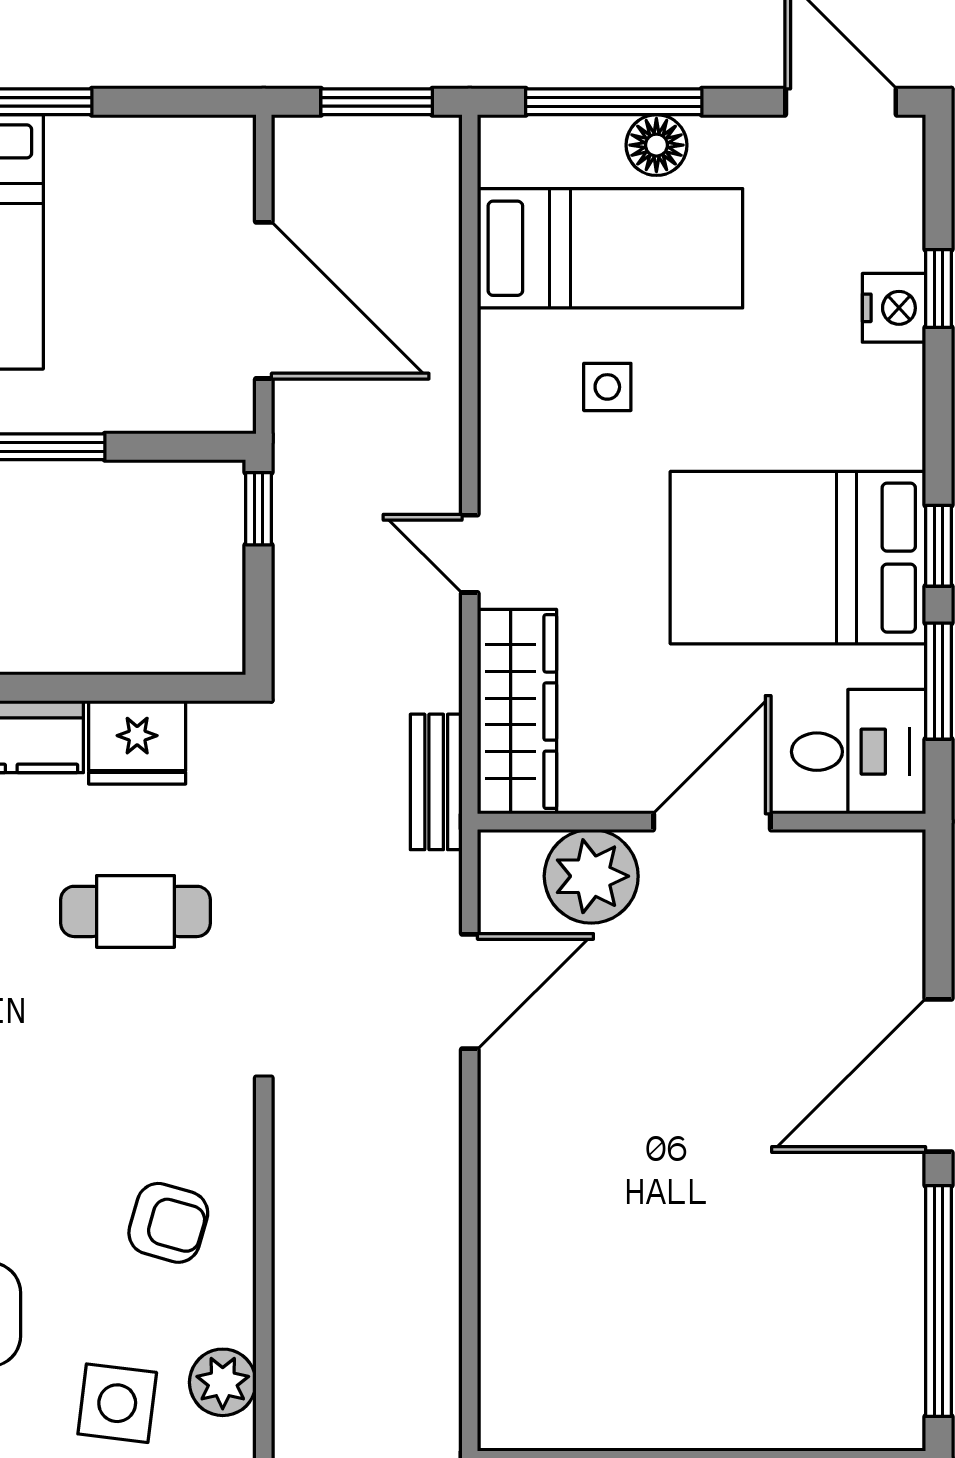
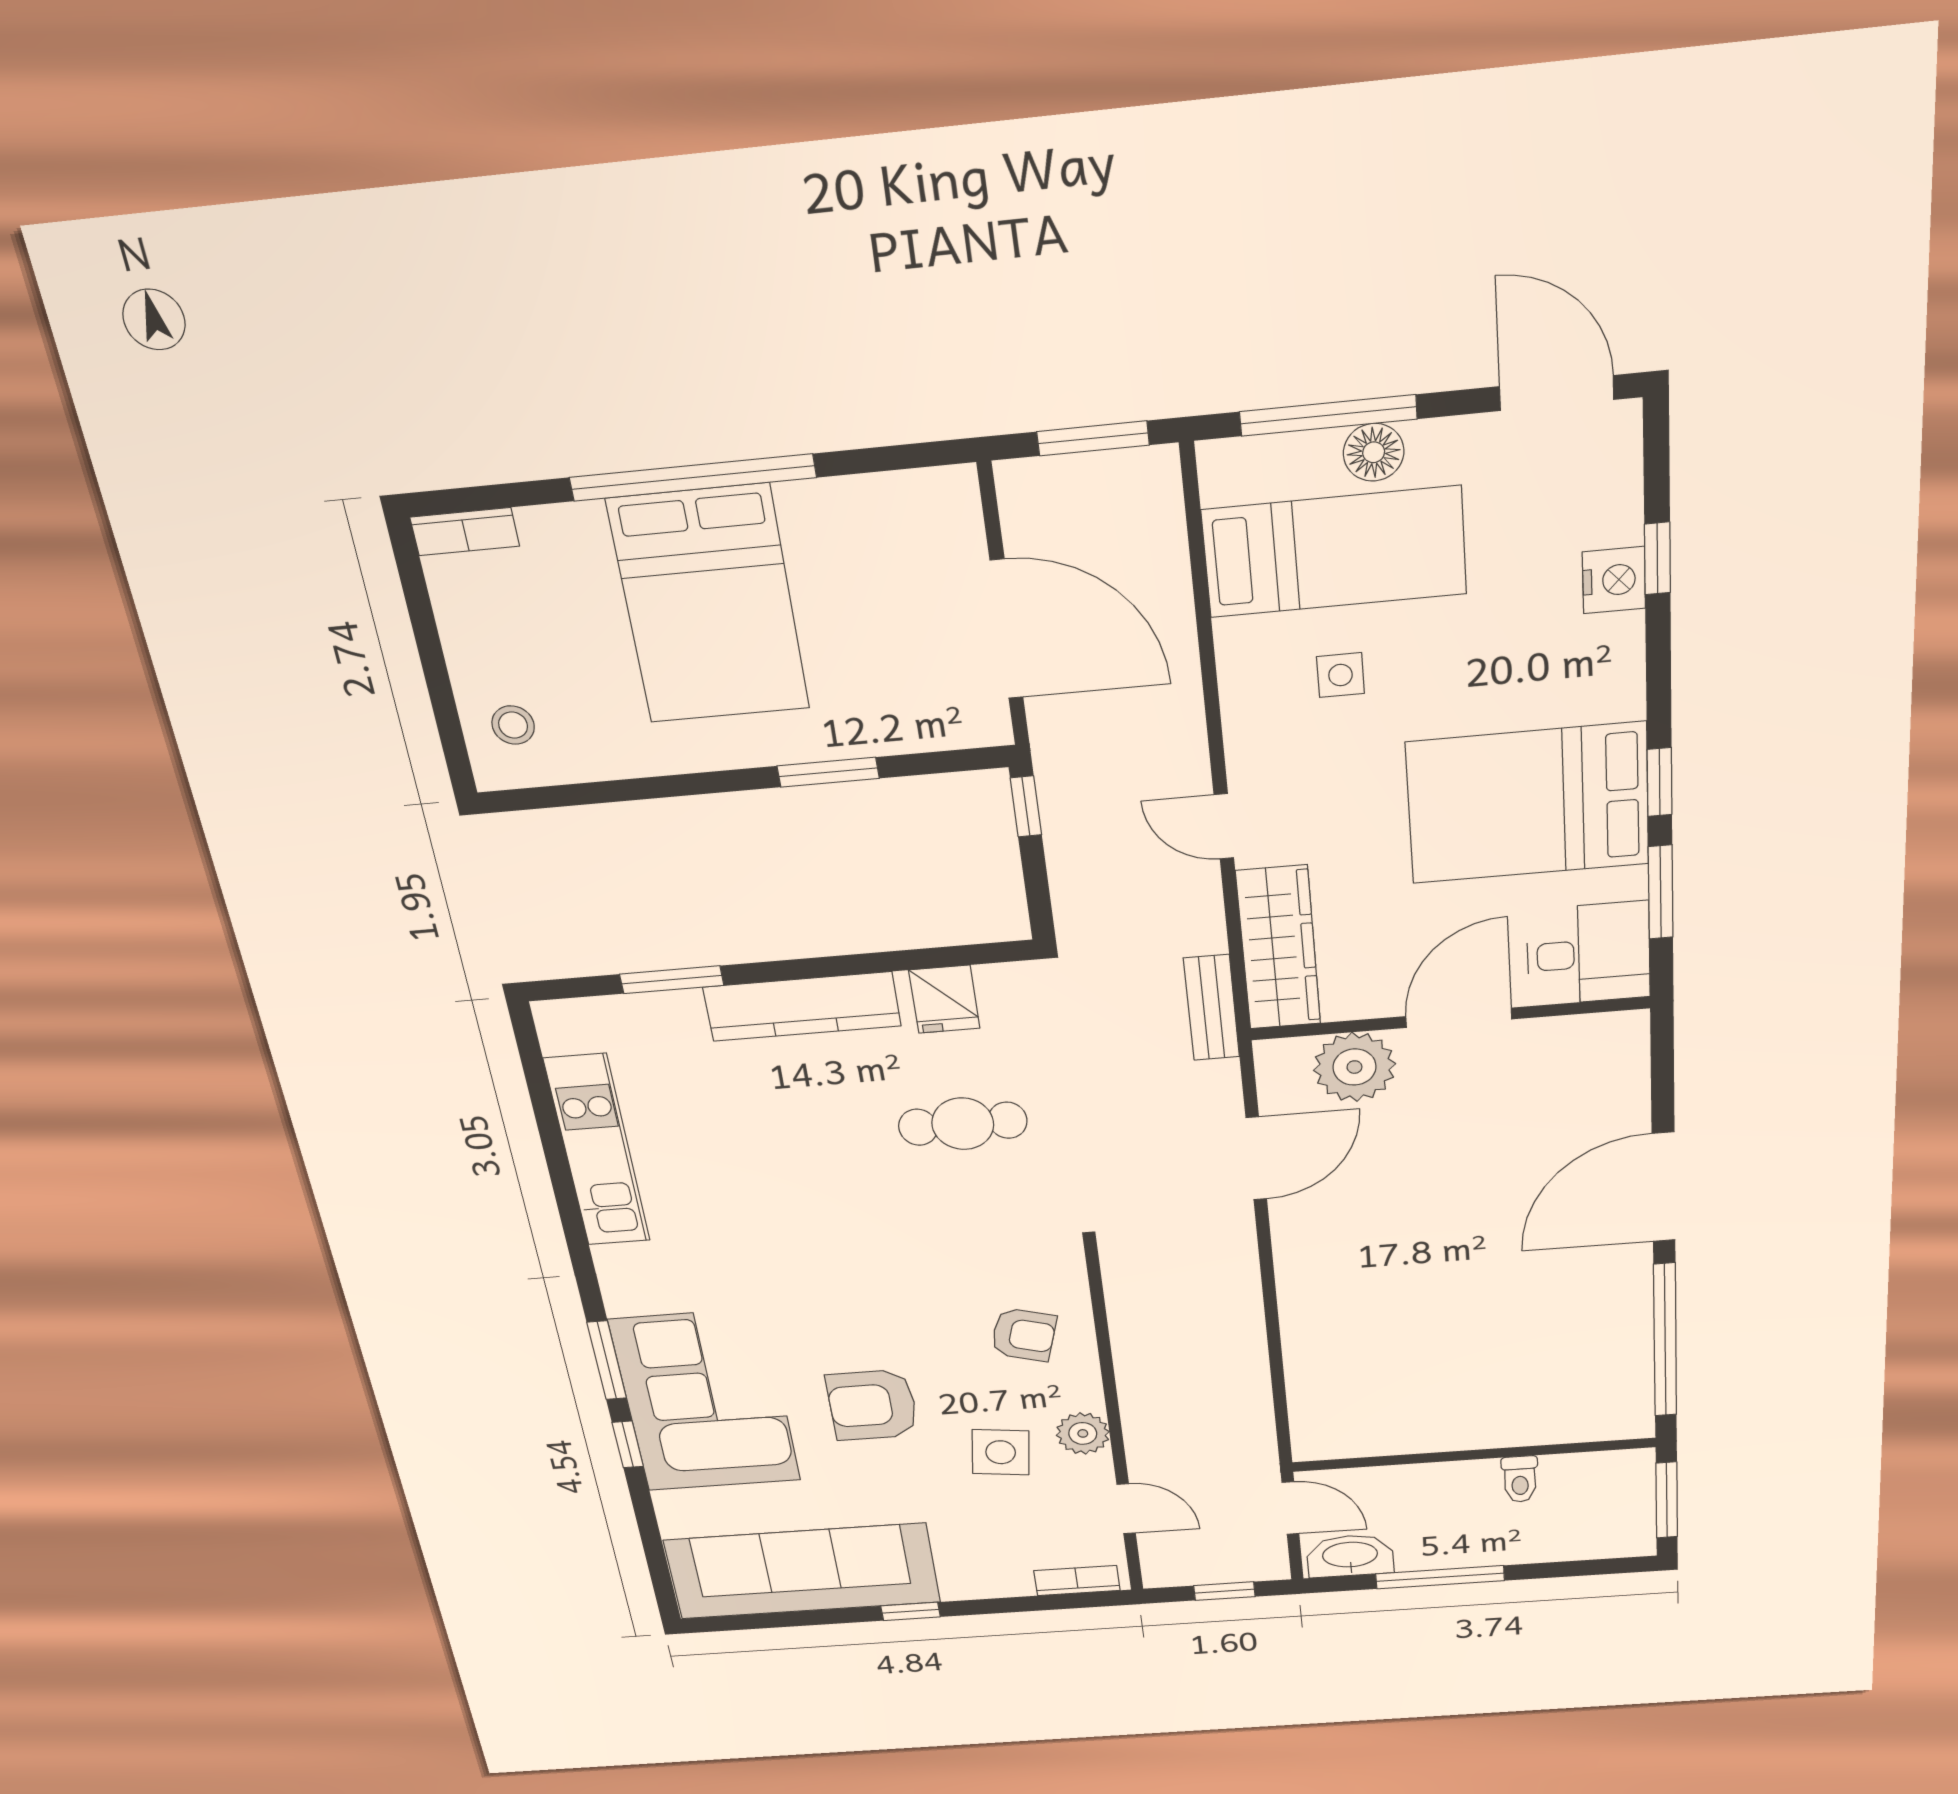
fridge: (137, 742) -> (944, 999), width x0.72

